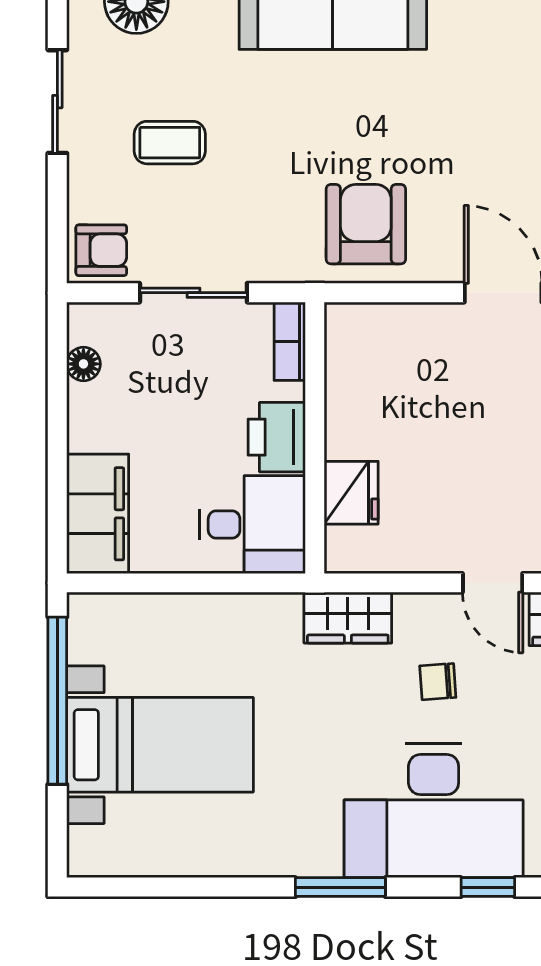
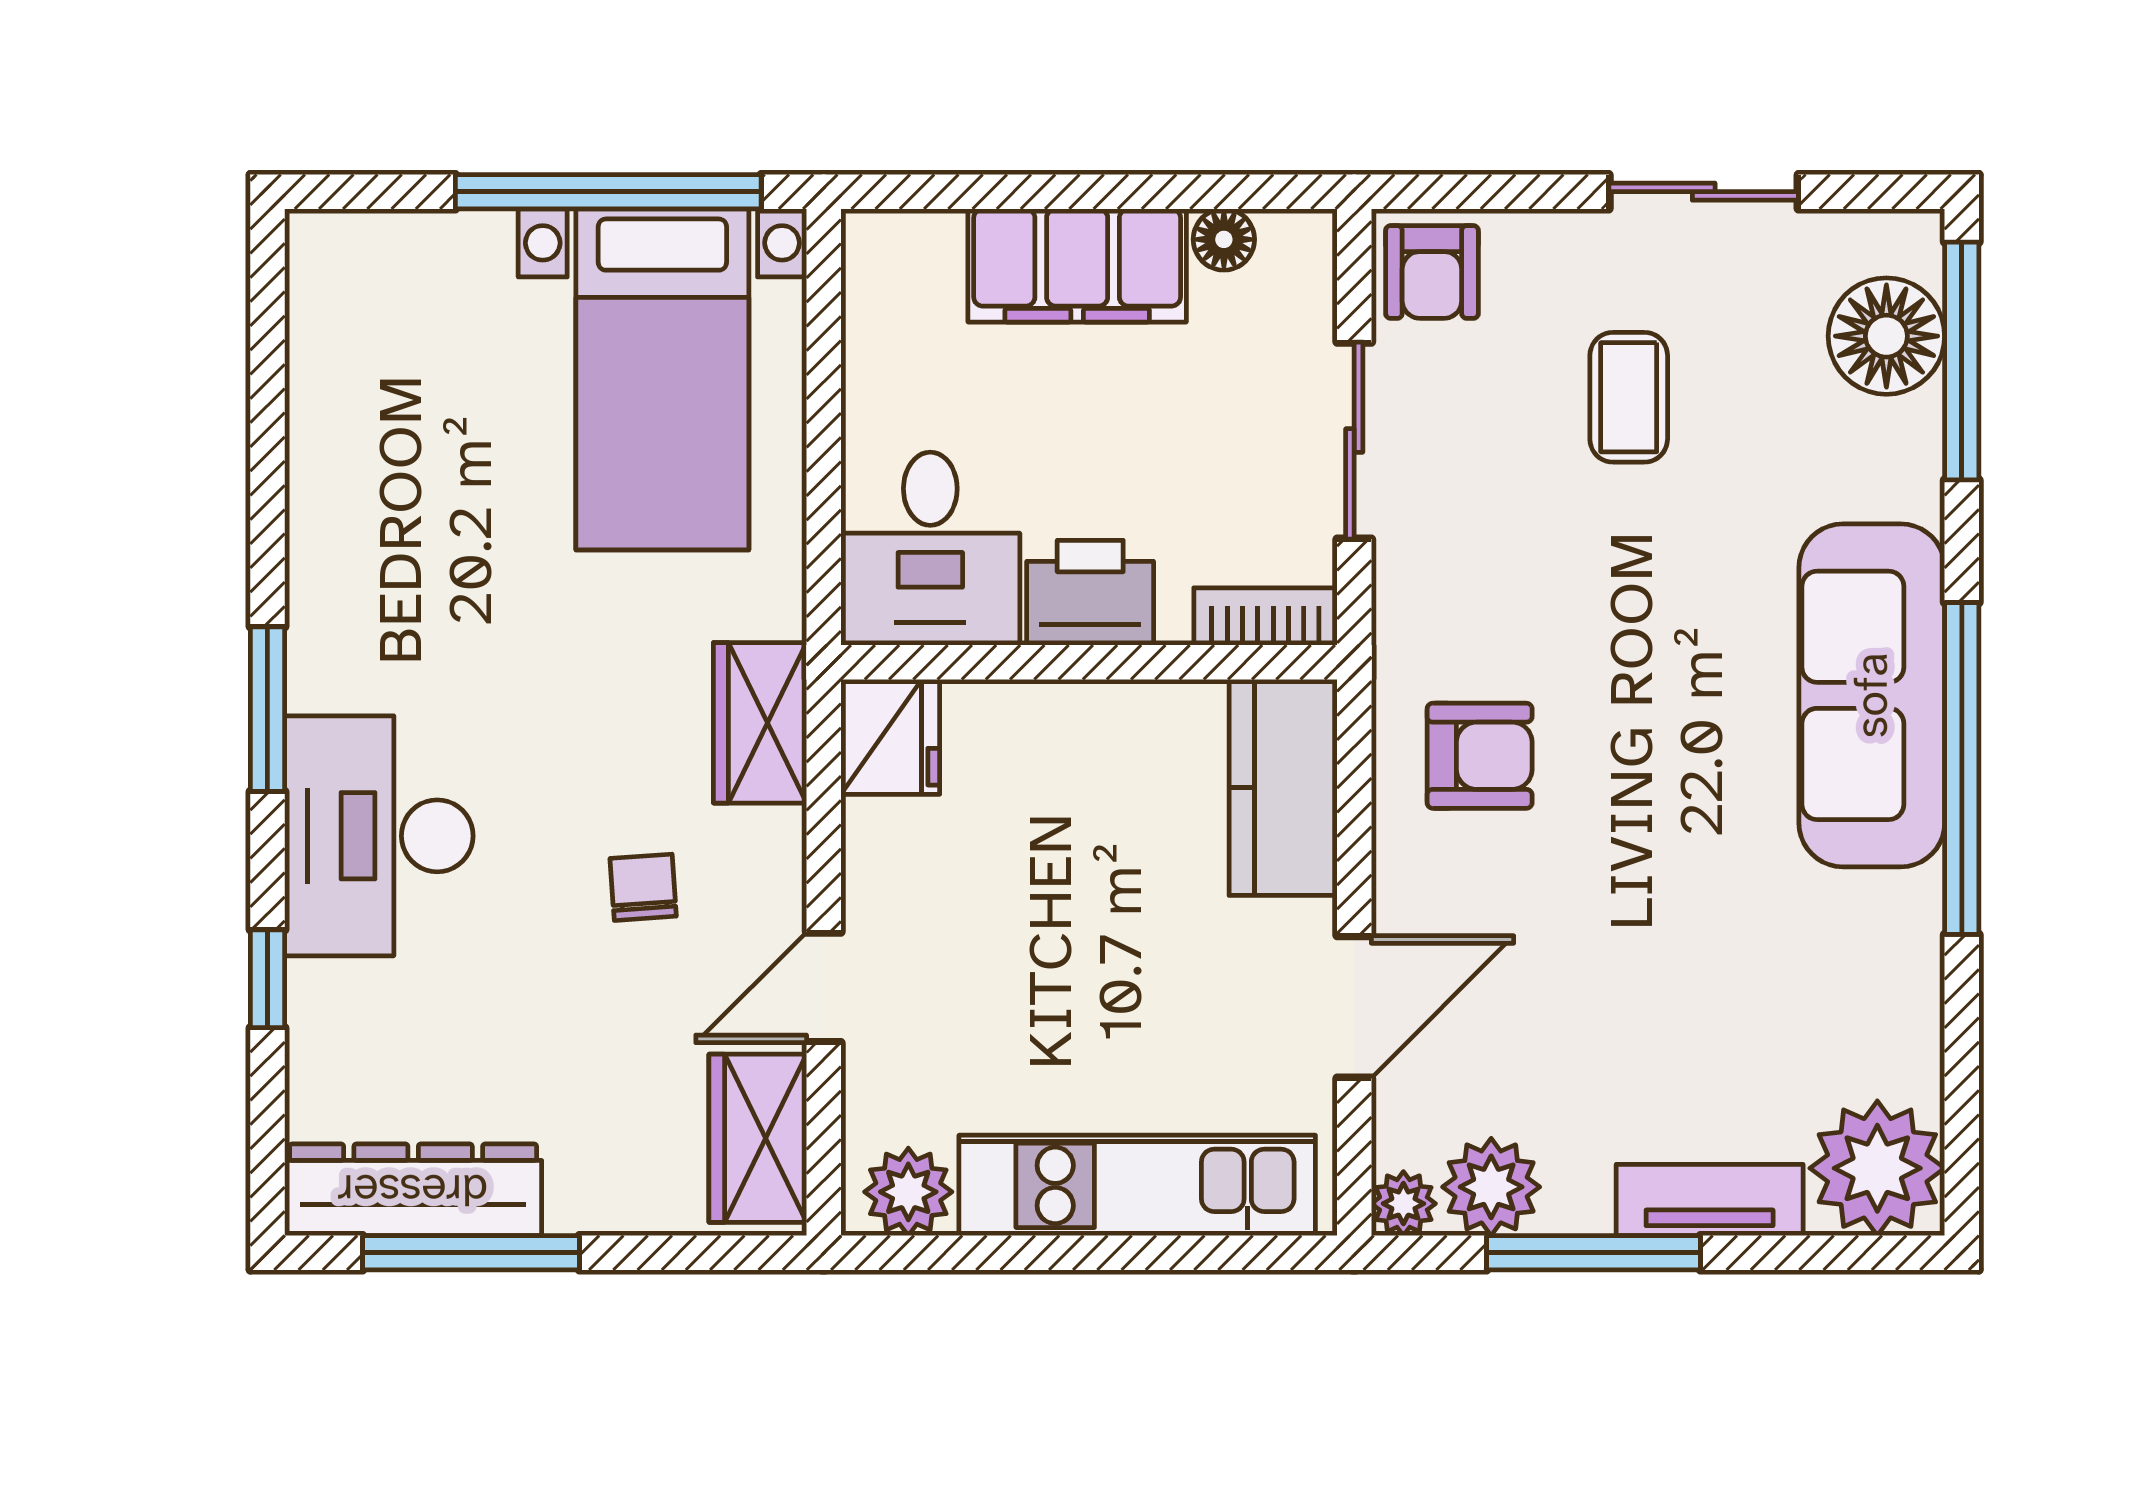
armchair: (366, 224) -> (1480, 756), width x0.72, depth x0.72
kitchen counter: (383, 332) -> (1283, 787), added
fridge: (351, 493) -> (890, 737), moved, turned -90
filing cabinet: (98, 514) -> (1077, 265), moved
bed with nightstands: (160, 745) -> (662, 379), moved
desk: (434, 811) -> (379, 836), width x0.73, depth x0.77

